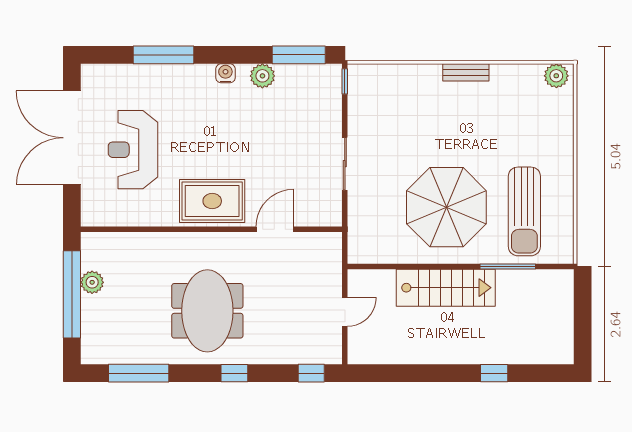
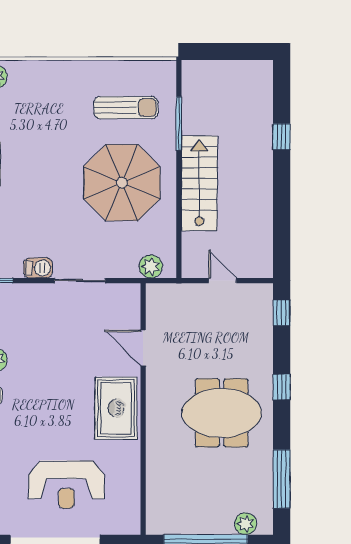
barbecue: (358, 120) -> (38, 268), added
sun lounger: (524, 211) -> (126, 108), width x0.73, depth x0.75
plant: (359, 237) -> (151, 266), added
plant: (92, 282) -> (246, 524), moved

